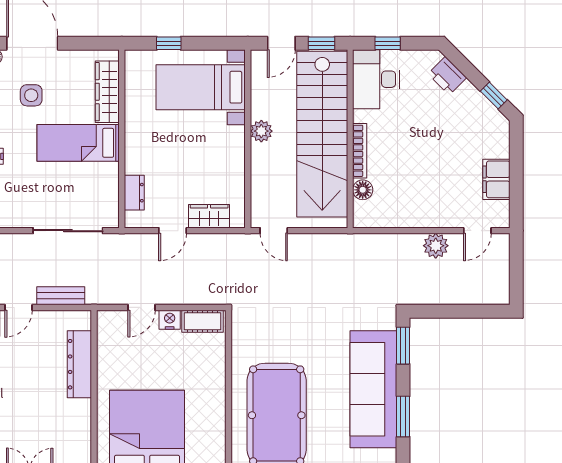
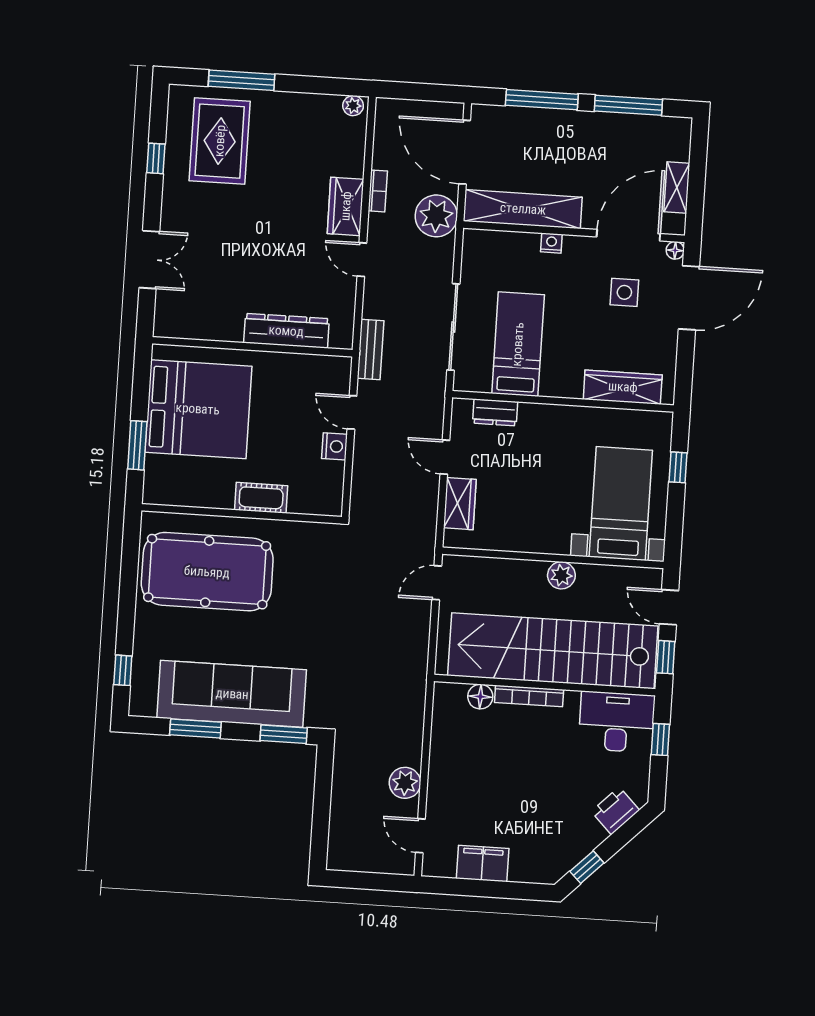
bed: (78, 143) -> (518, 344), moved
bench: (61, 296) -> (371, 350), moved
cot: (203, 321) -> (261, 498), moved, turned 90

